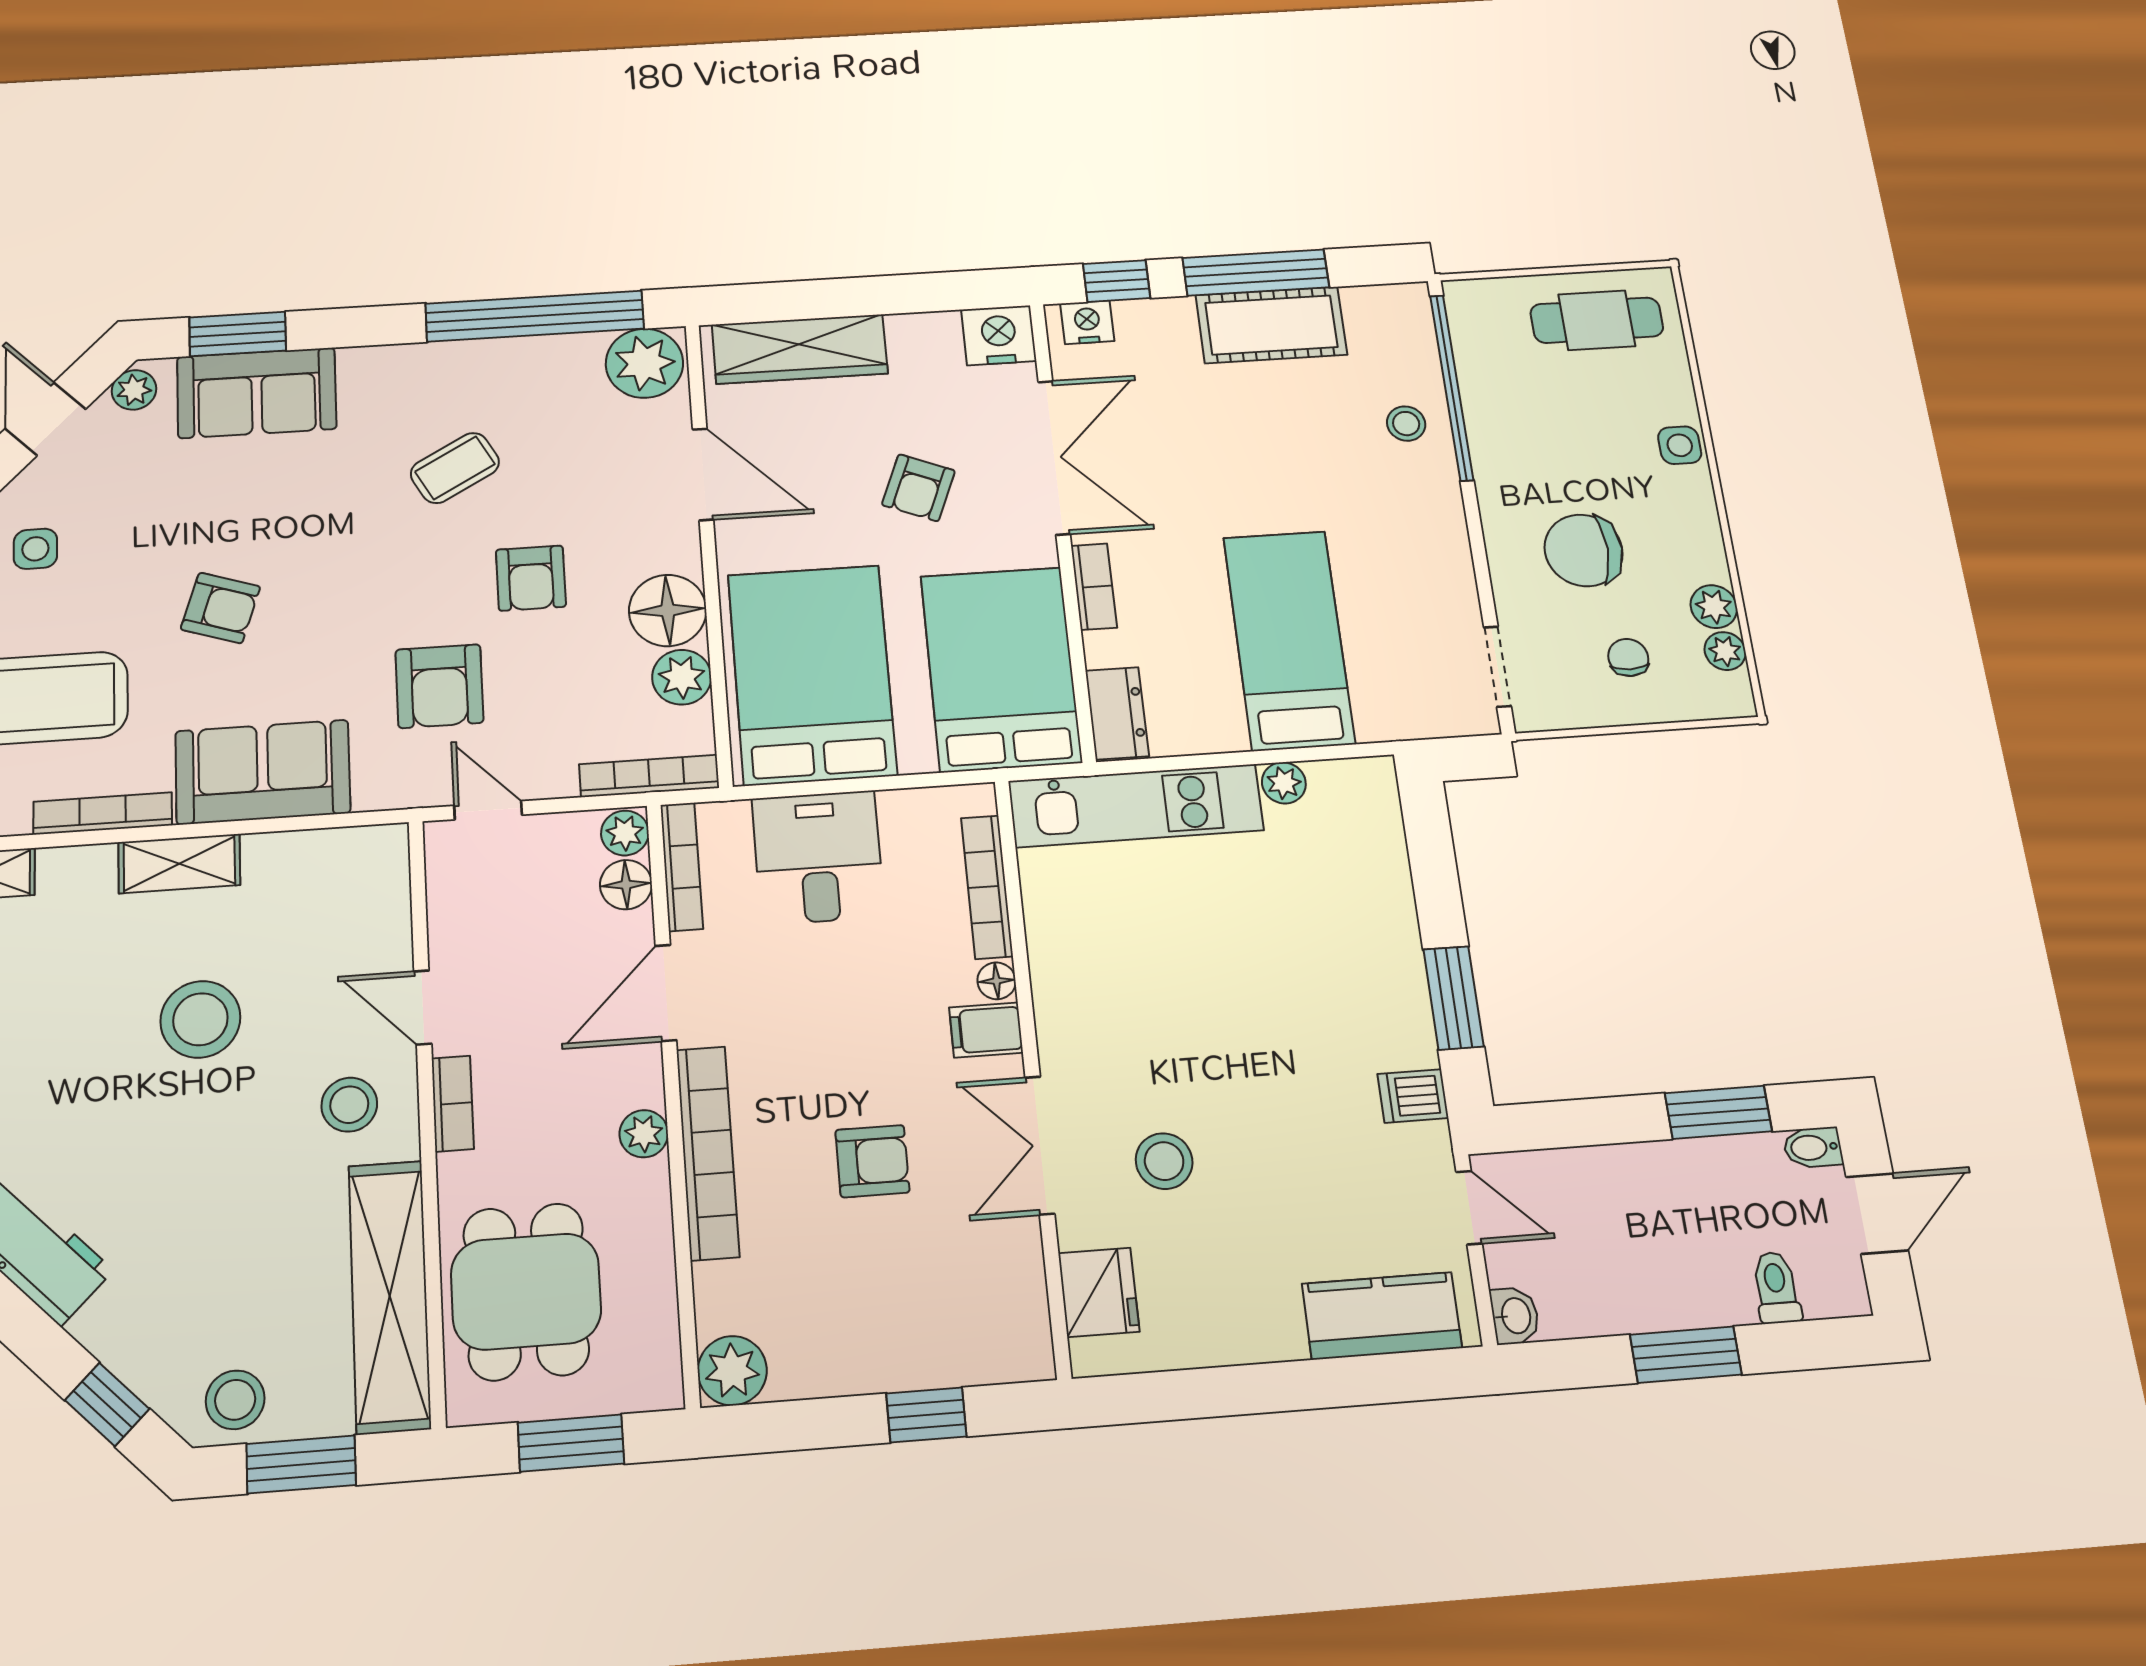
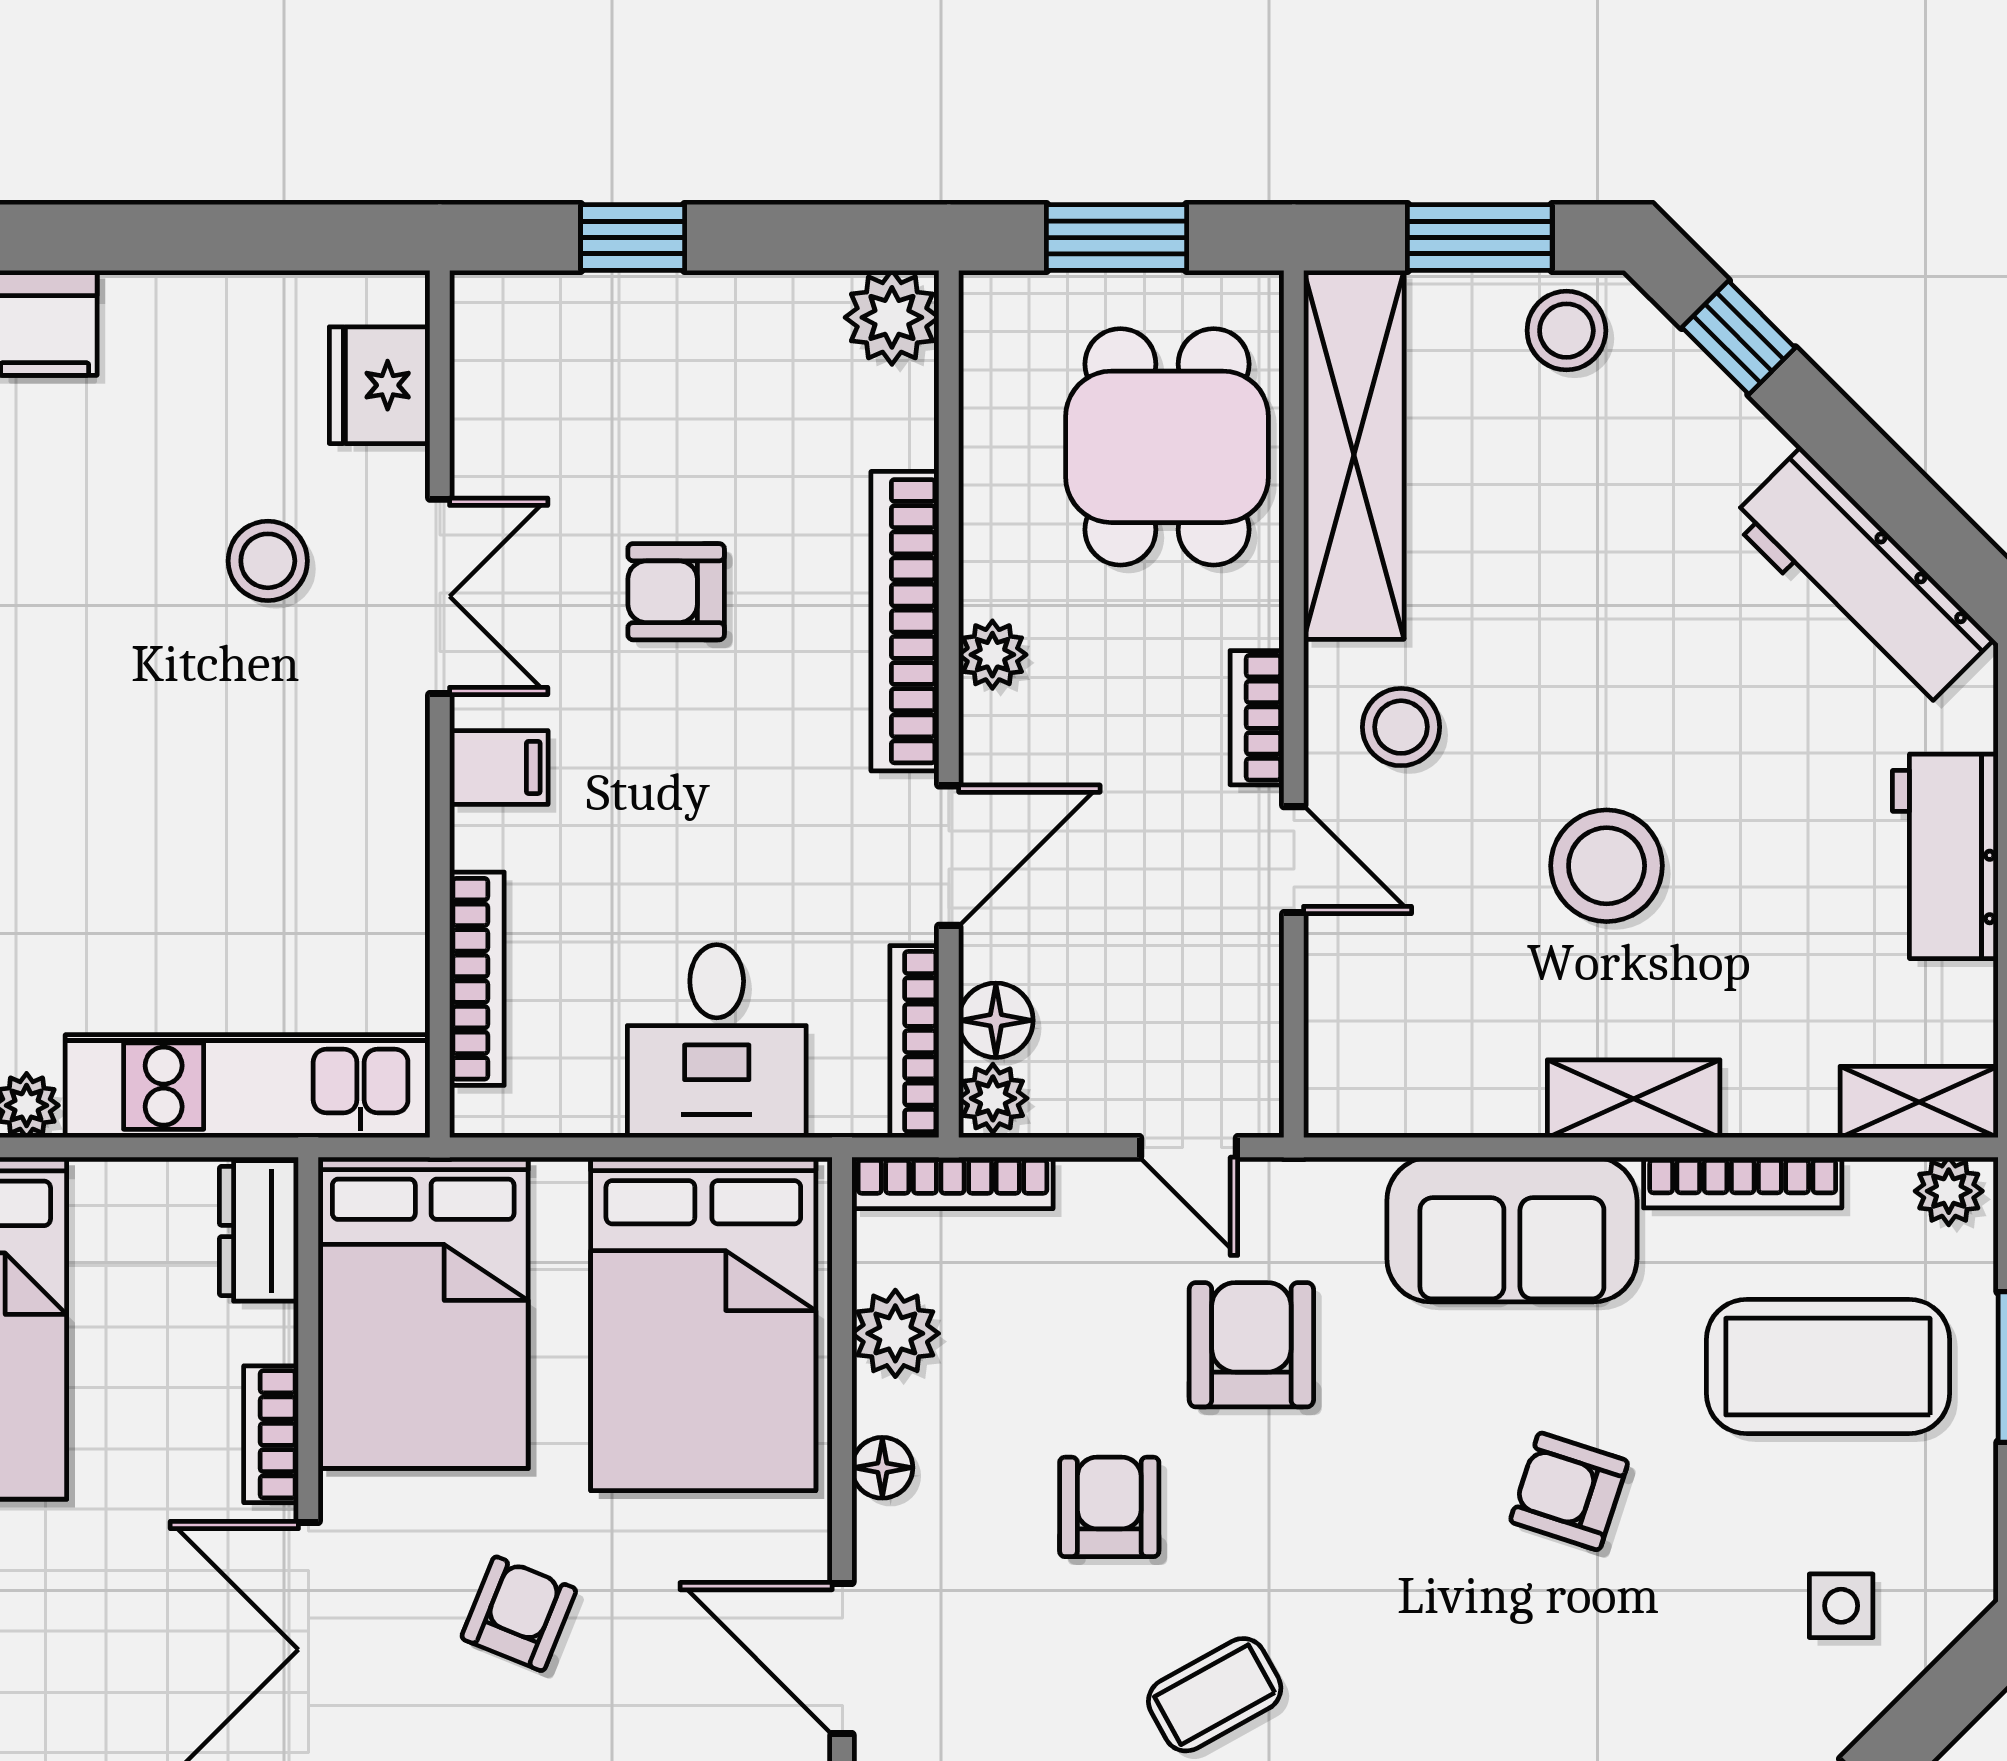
floor lamp: (668, 610) -> (882, 1468), width x0.53, depth x0.53
floor lamp: (997, 981) -> (477, 838), removed

